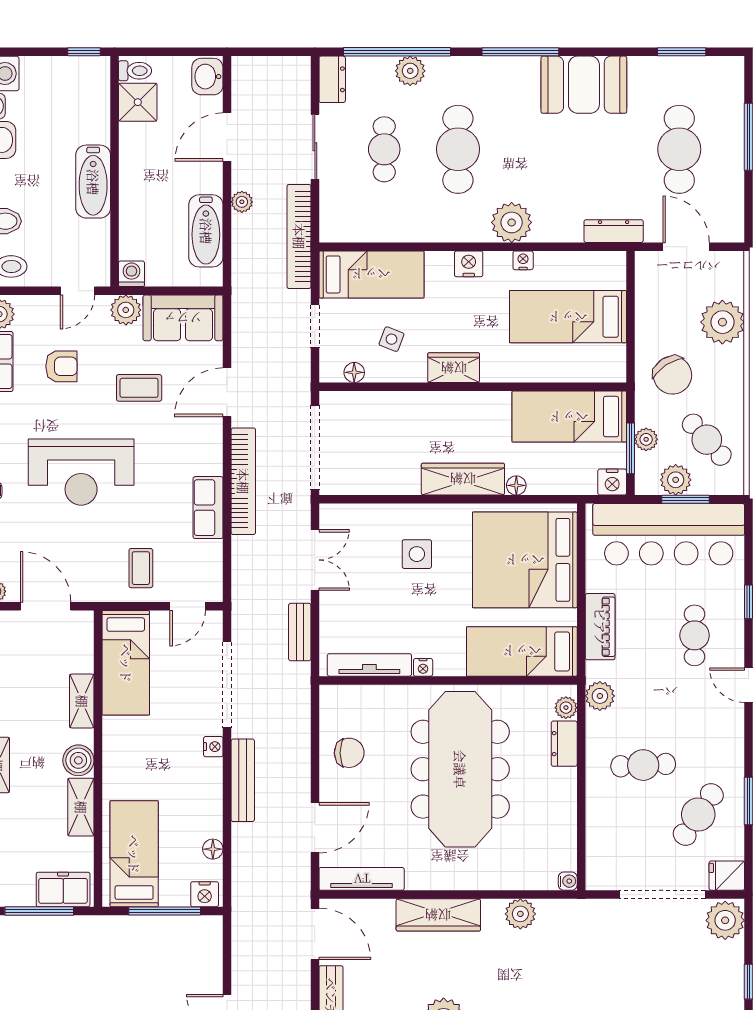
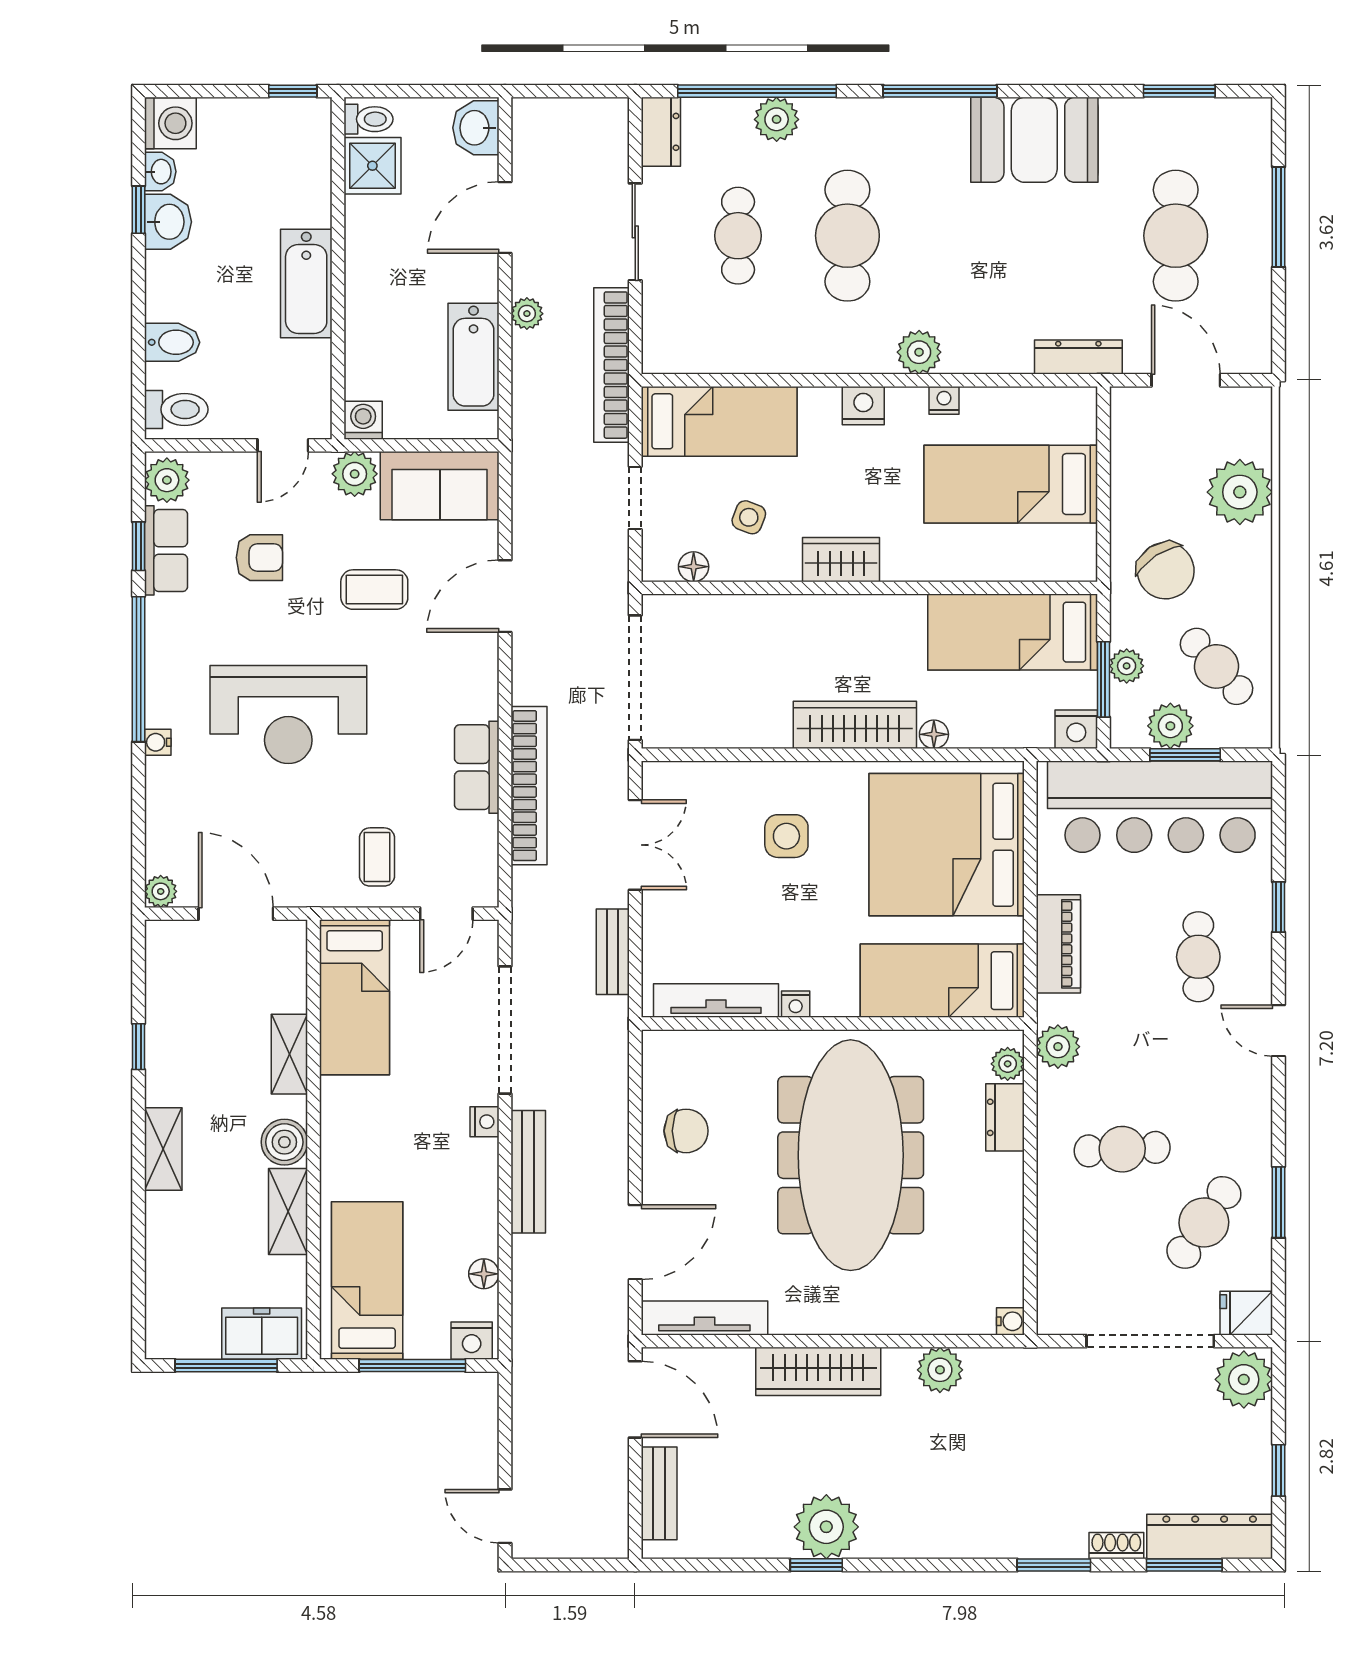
plant: (512, 222) -> (919, 352), width x0.73, depth x0.73
bookcase: (243, 481) -> (529, 786), moved

